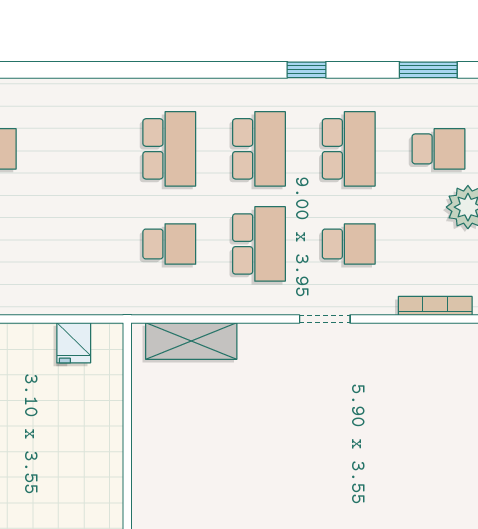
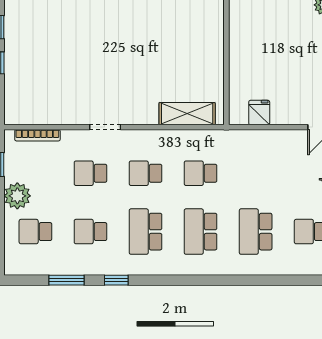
window: (428, 70) -> (67, 280), moved
school desk: (80, 149) -> (256, 232), added
school desk: (349, 149) -> (90, 232), width x0.54
school desk: (259, 244) -> (146, 173), width x0.54

